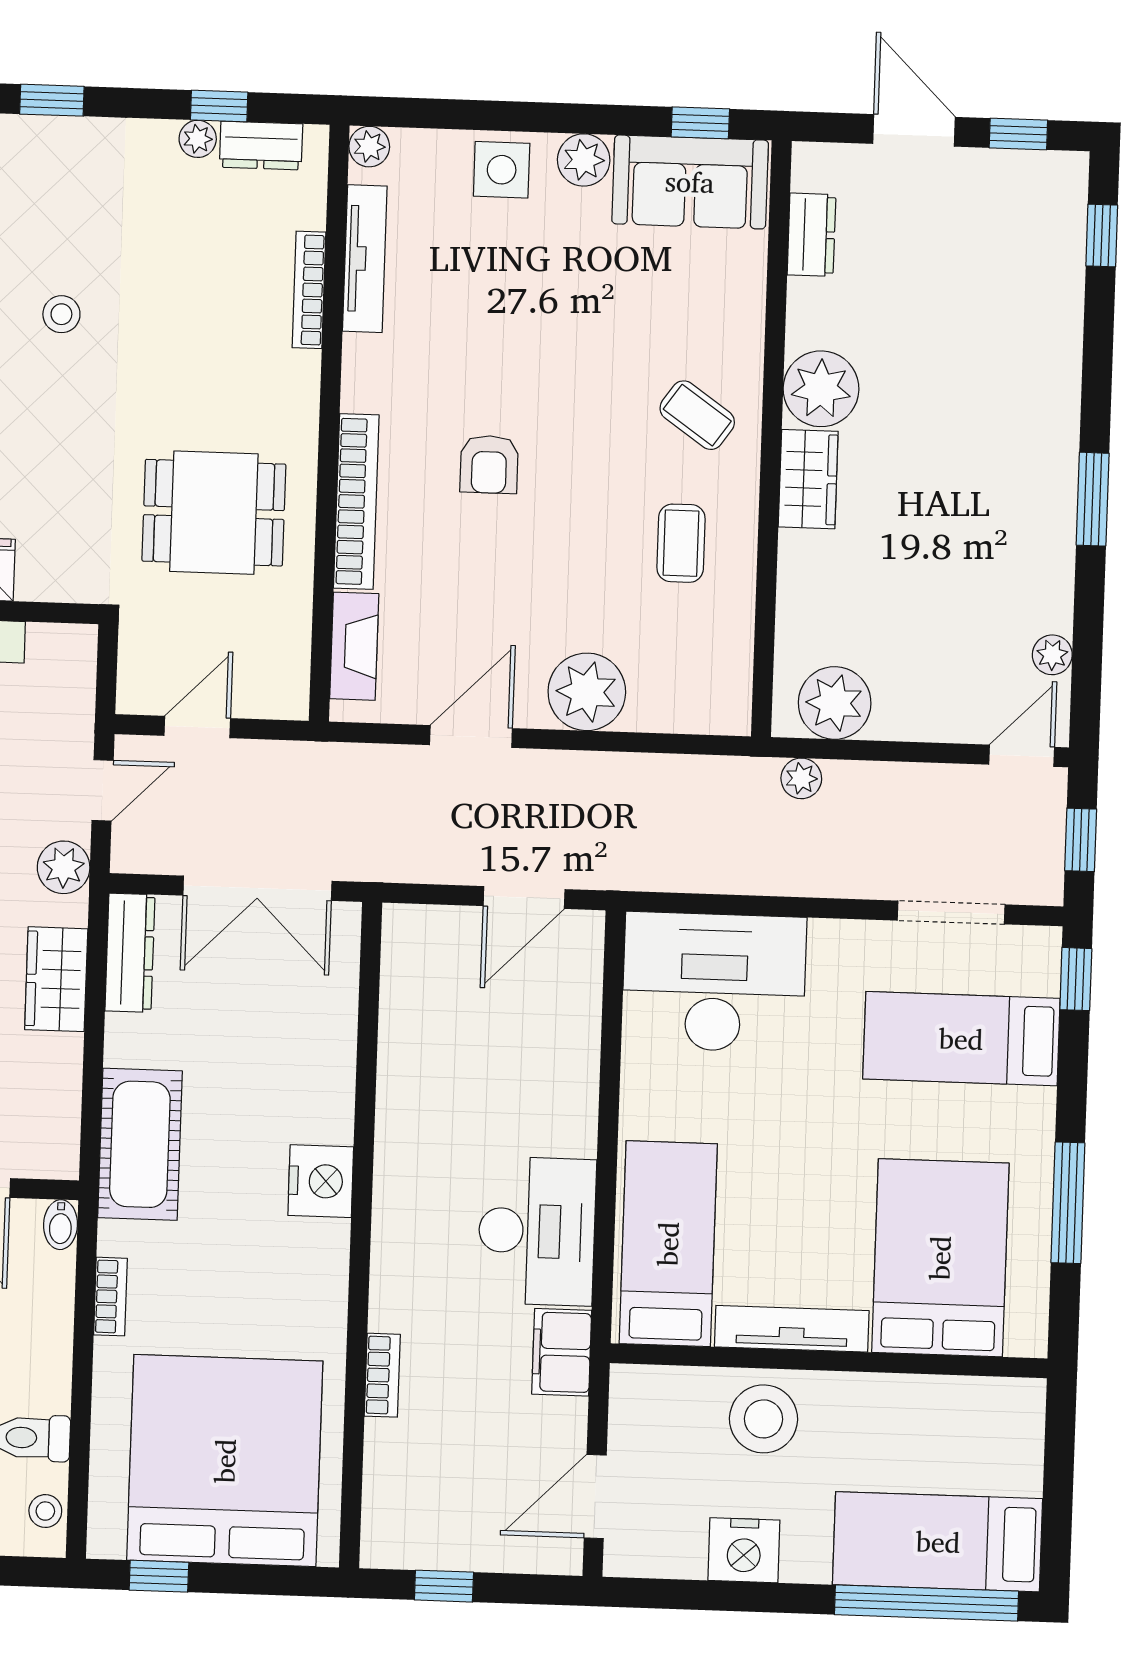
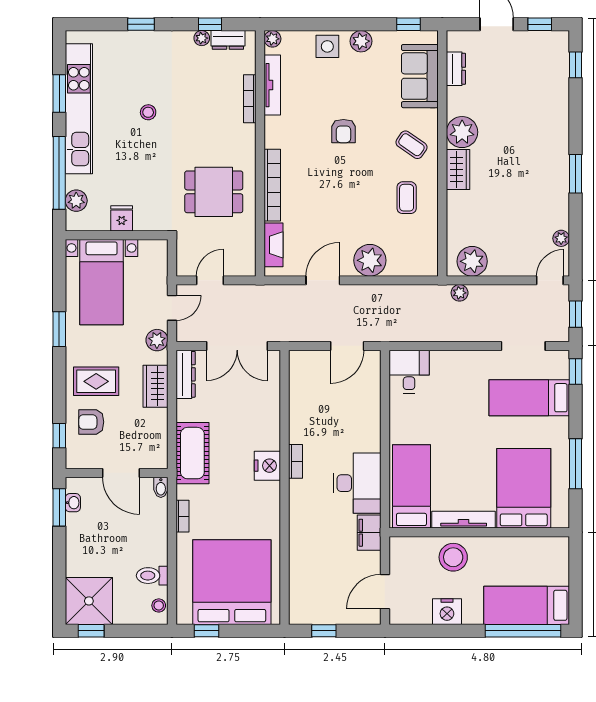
sofa: (690, 182) -> (420, 76), moved, turned 90
armchair: (489, 464) -> (343, 131), moved
desk: (714, 982) -> (409, 372), width x0.53, depth x0.77
bookcase: (382, 1375) -> (296, 461), moved

